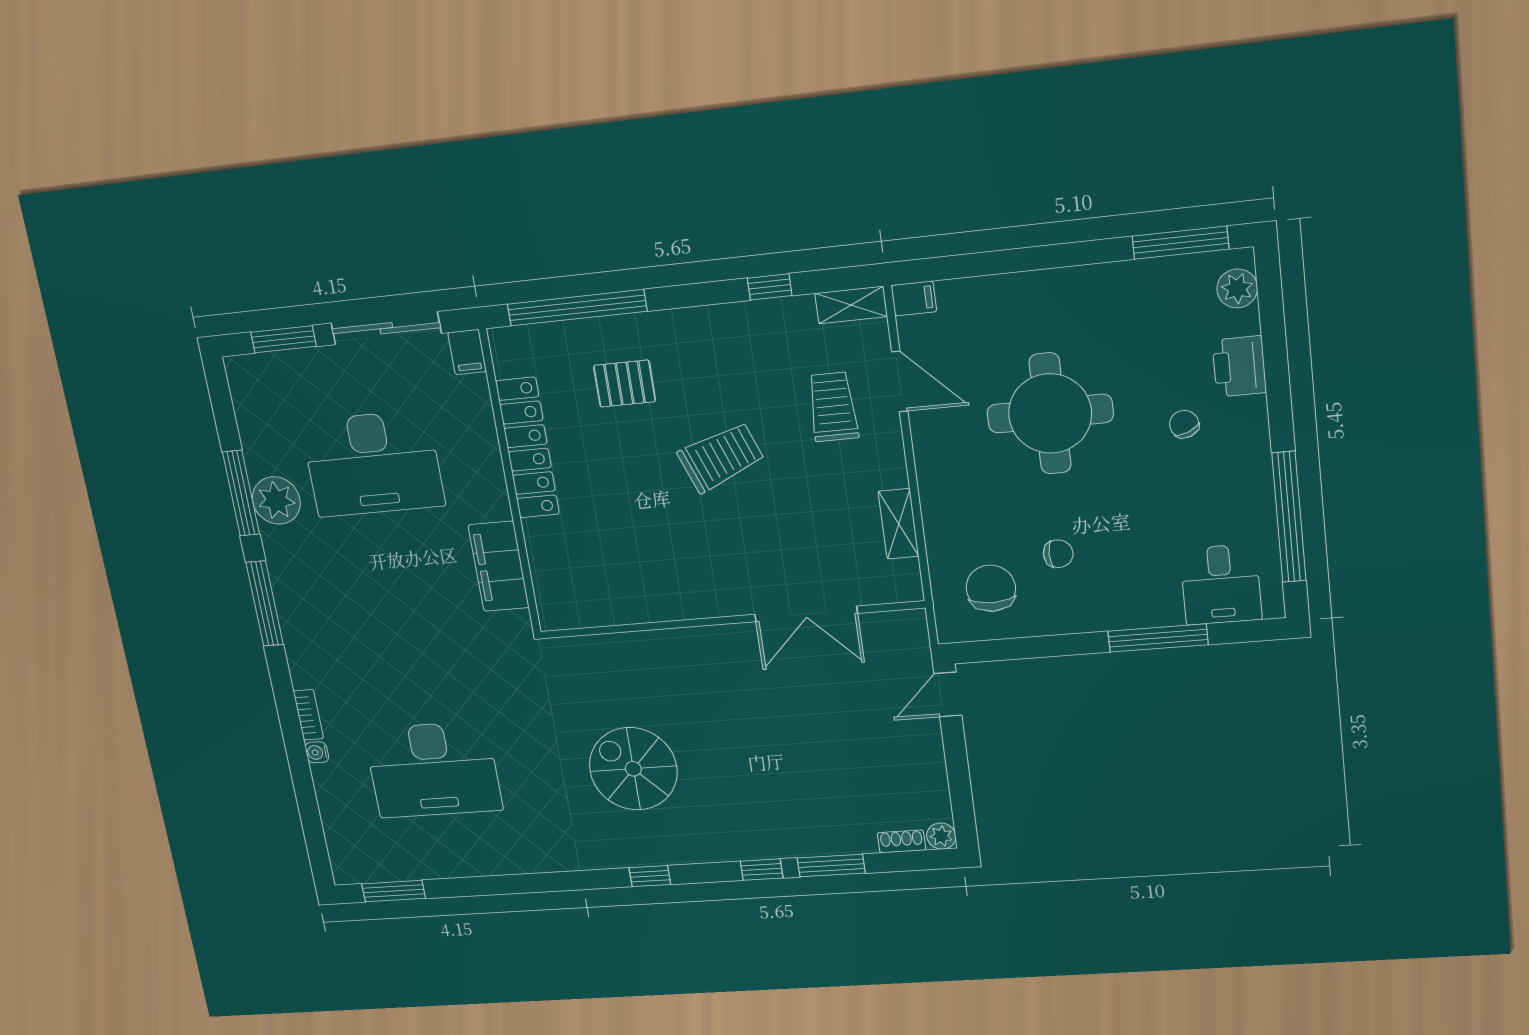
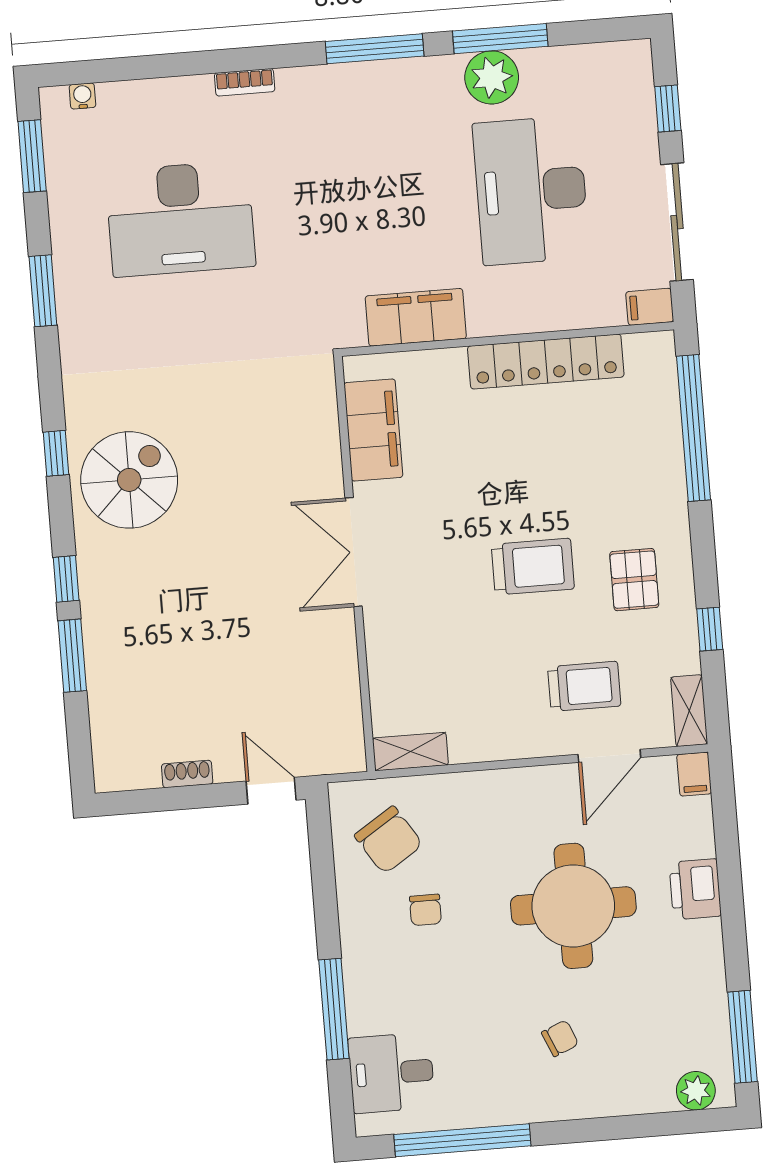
window: (284, 339) -> (668, 109), width x0.67
printer: (1239, 366) -> (695, 889), moved, turned -90
pallet: (625, 384) -> (634, 580), moved
trolley: (721, 457) -> (533, 567), turned -69
shelving: (899, 524) -> (410, 752), moved
chair: (991, 588) -> (389, 840), turned 57
filing cabinet: (605, 604) -> (373, 430), added
double door: (806, 614) -> (354, 552), moved
water cooler: (317, 752) -> (82, 96), moved
spiral stairs: (633, 769) -> (129, 480), moved
desk: (433, 770) -> (180, 219), turned -90
plant: (941, 836) -> (109, 777), removed
shoe rack: (902, 841) -> (187, 774), moved, turned -90
window: (508, 884) -> (43, 291), added

